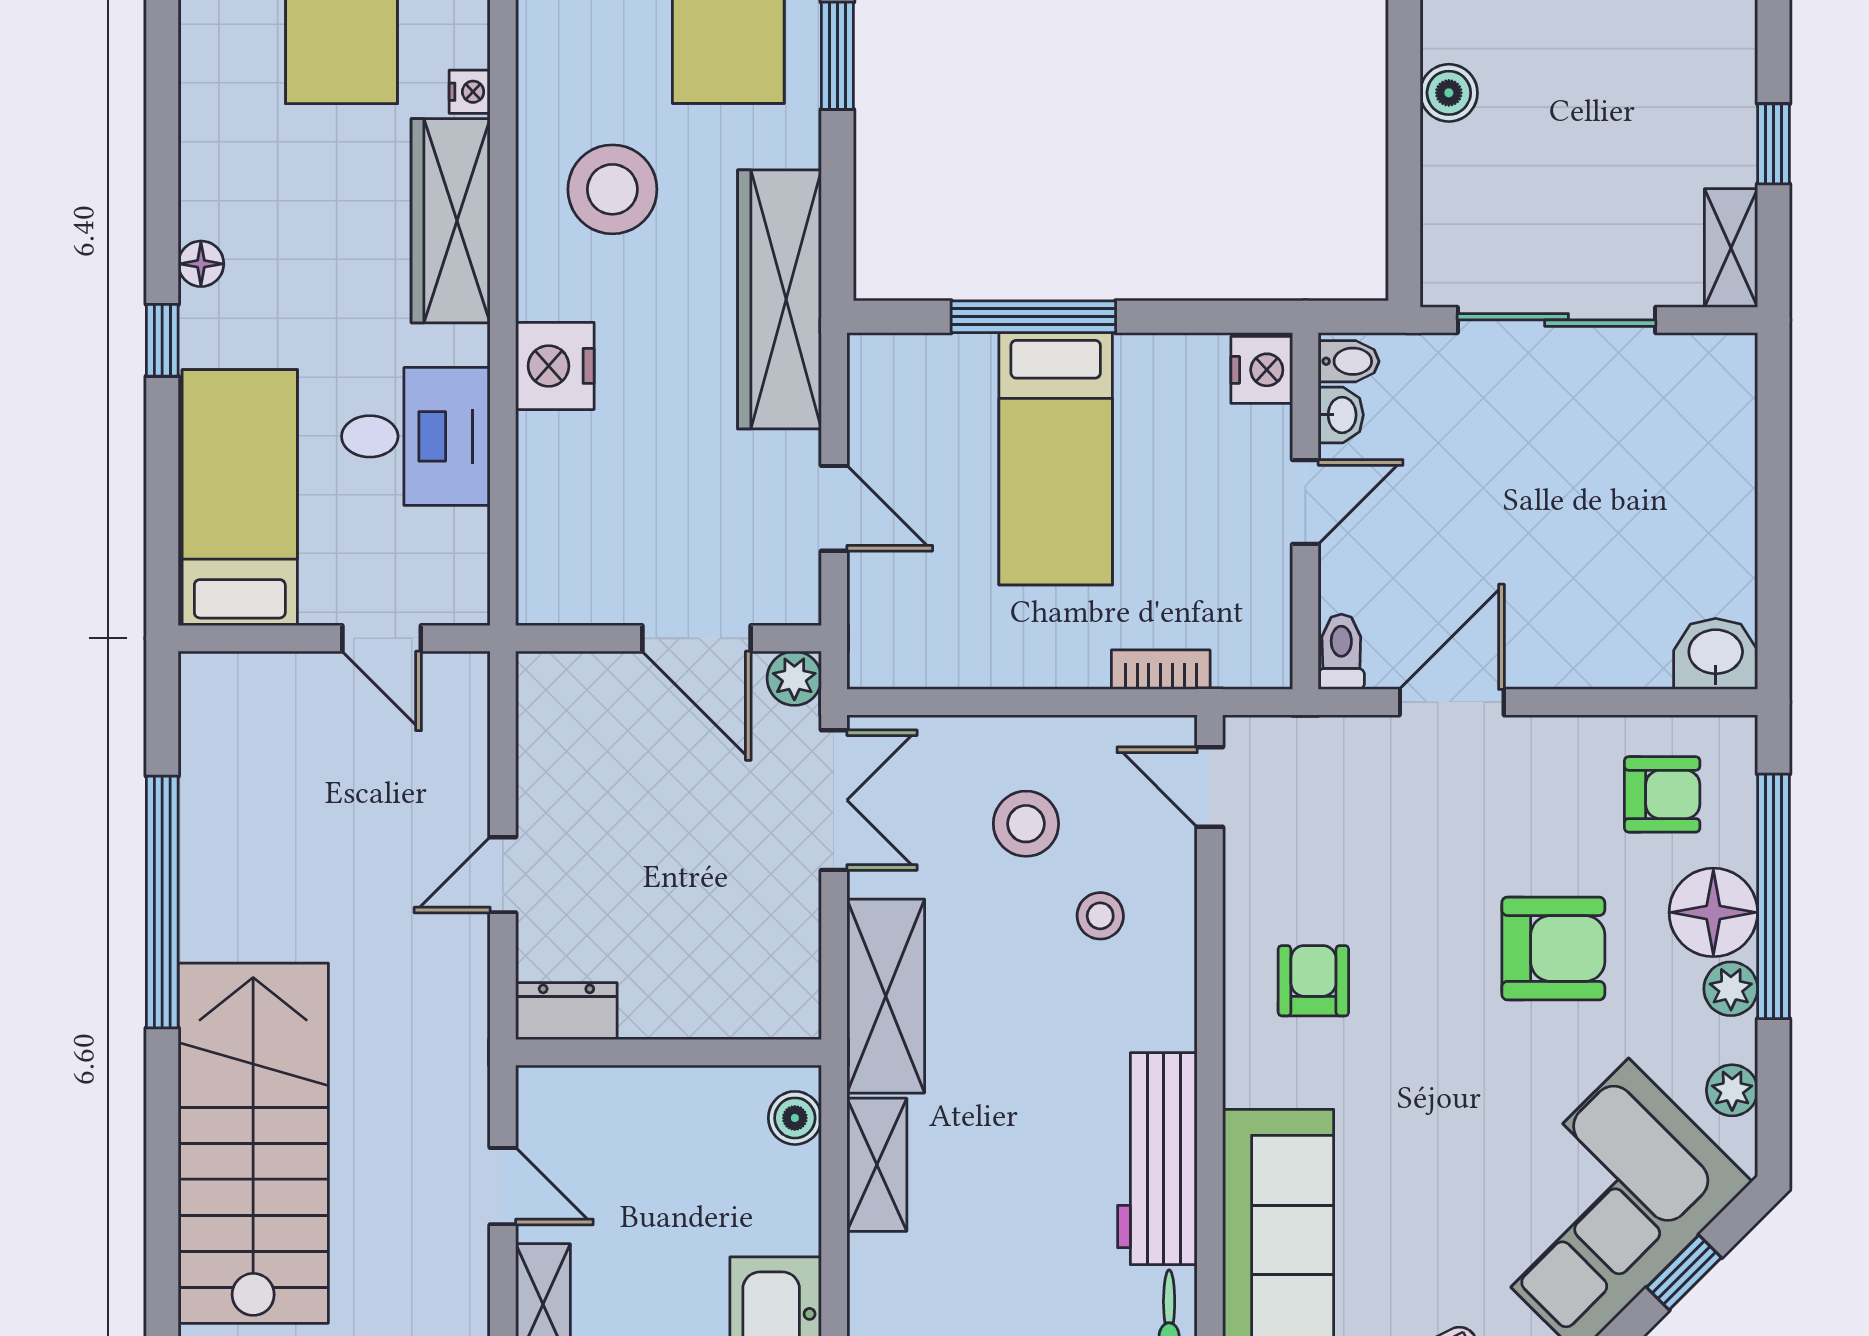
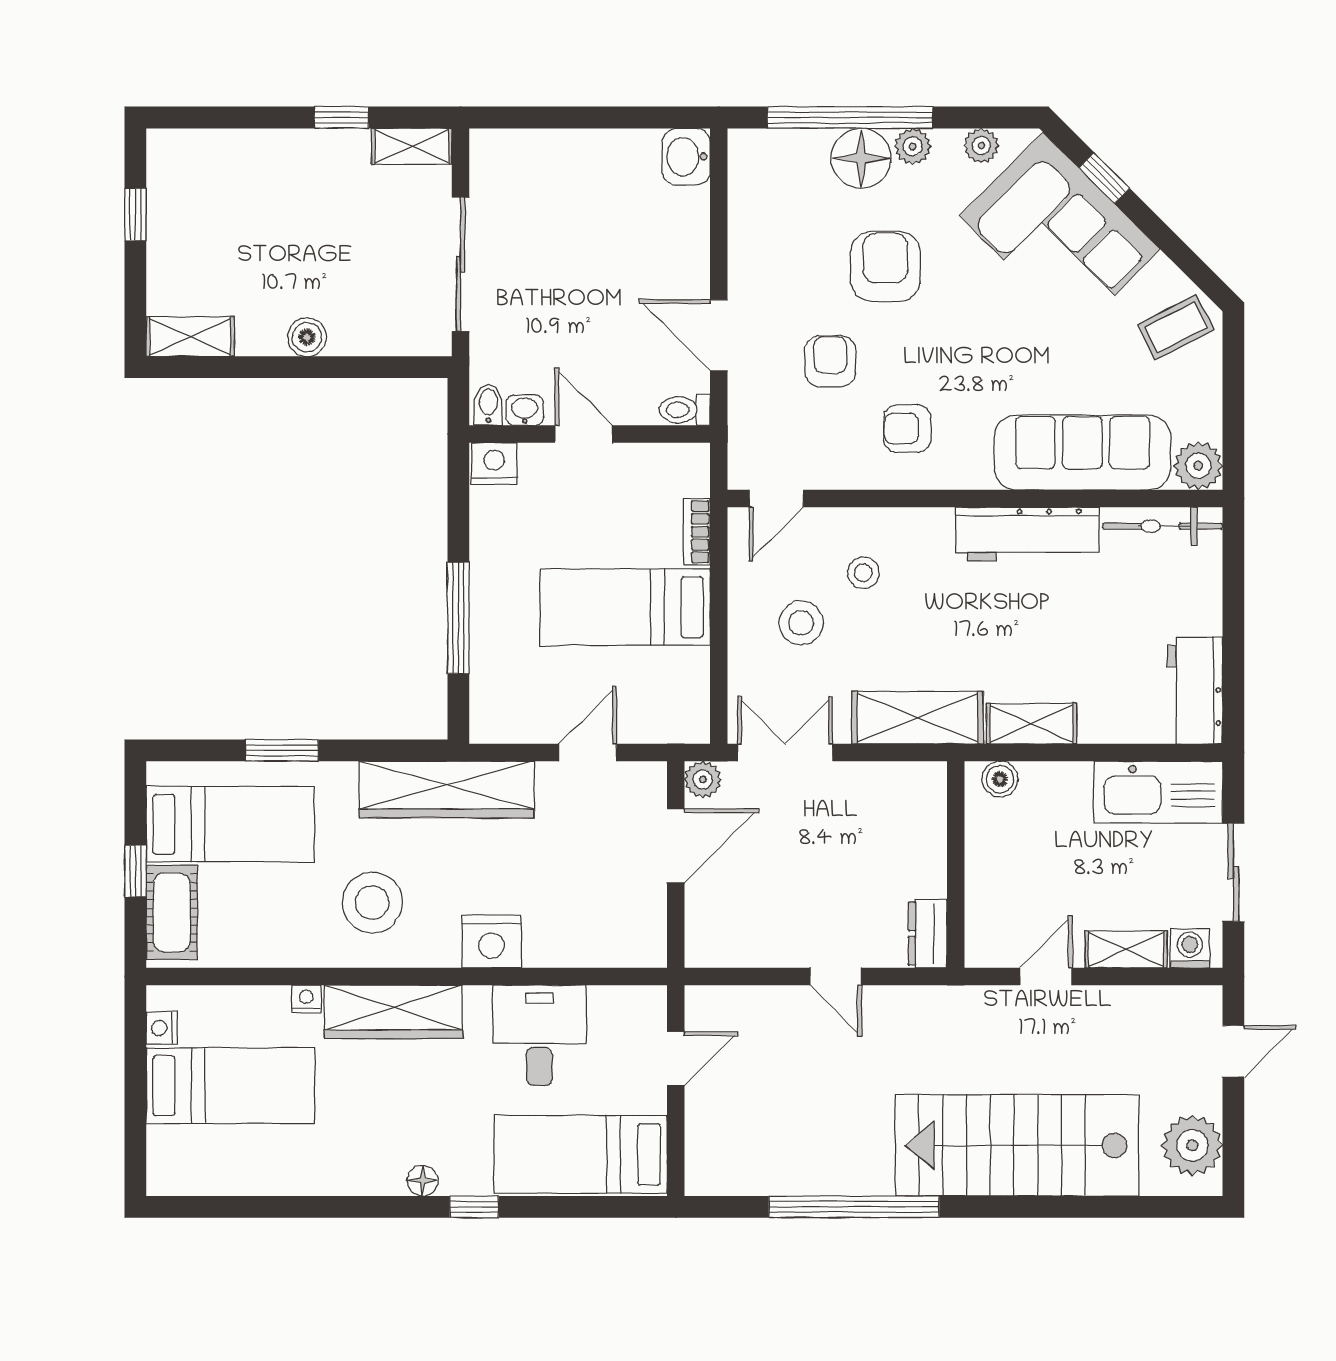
bed: (1056, 459) -> (625, 607), moved, turned 180
armchair: (1662, 794) -> (830, 361), moved

